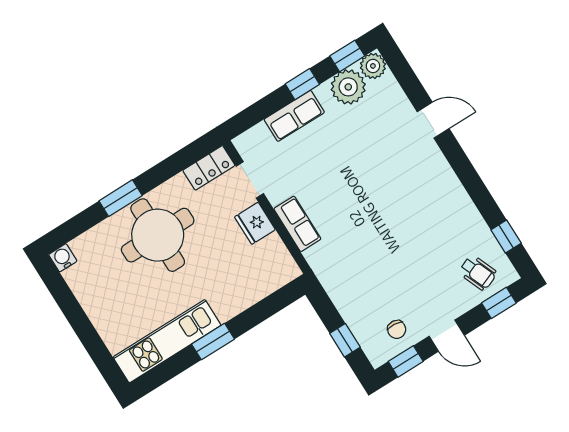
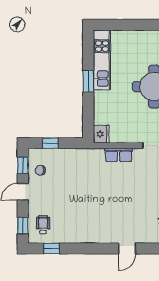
fridge: (255, 223) -> (101, 134), moved, turned 90
wheelchair: (478, 273) -> (43, 225), turned 112

